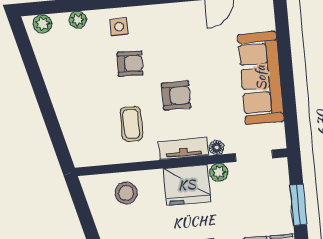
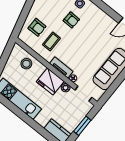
armchair: (176, 96) -> (37, 27), moved

